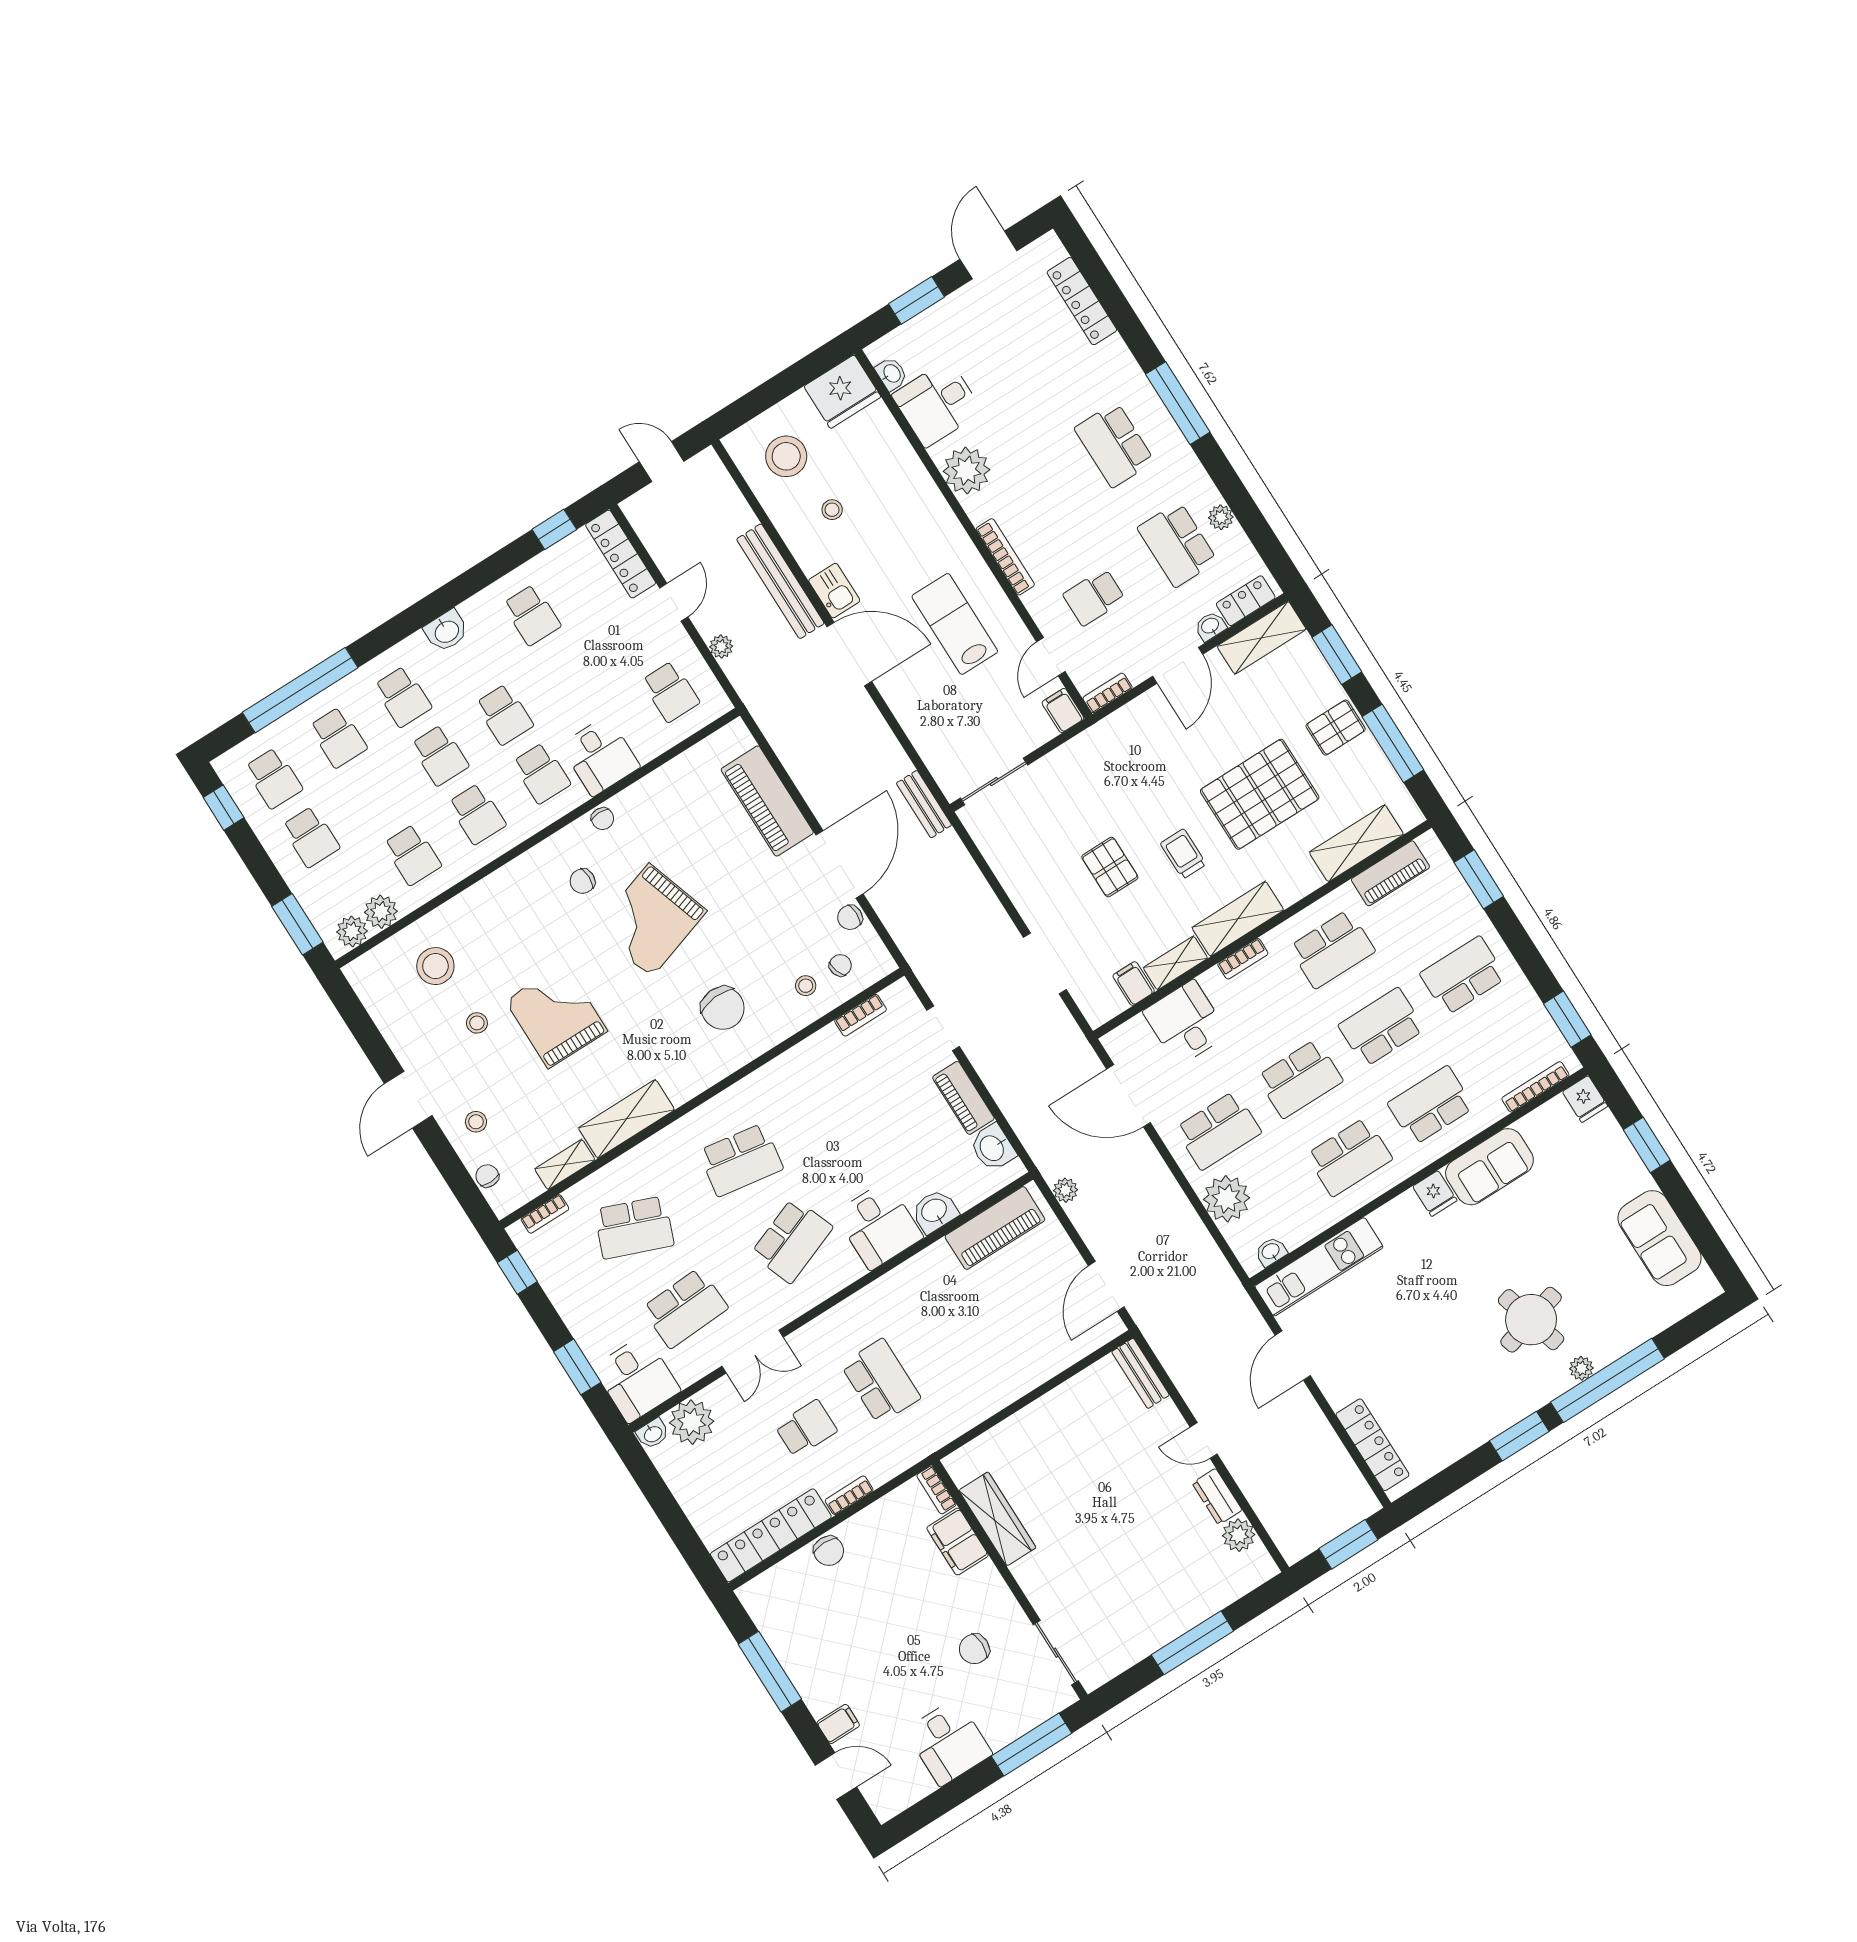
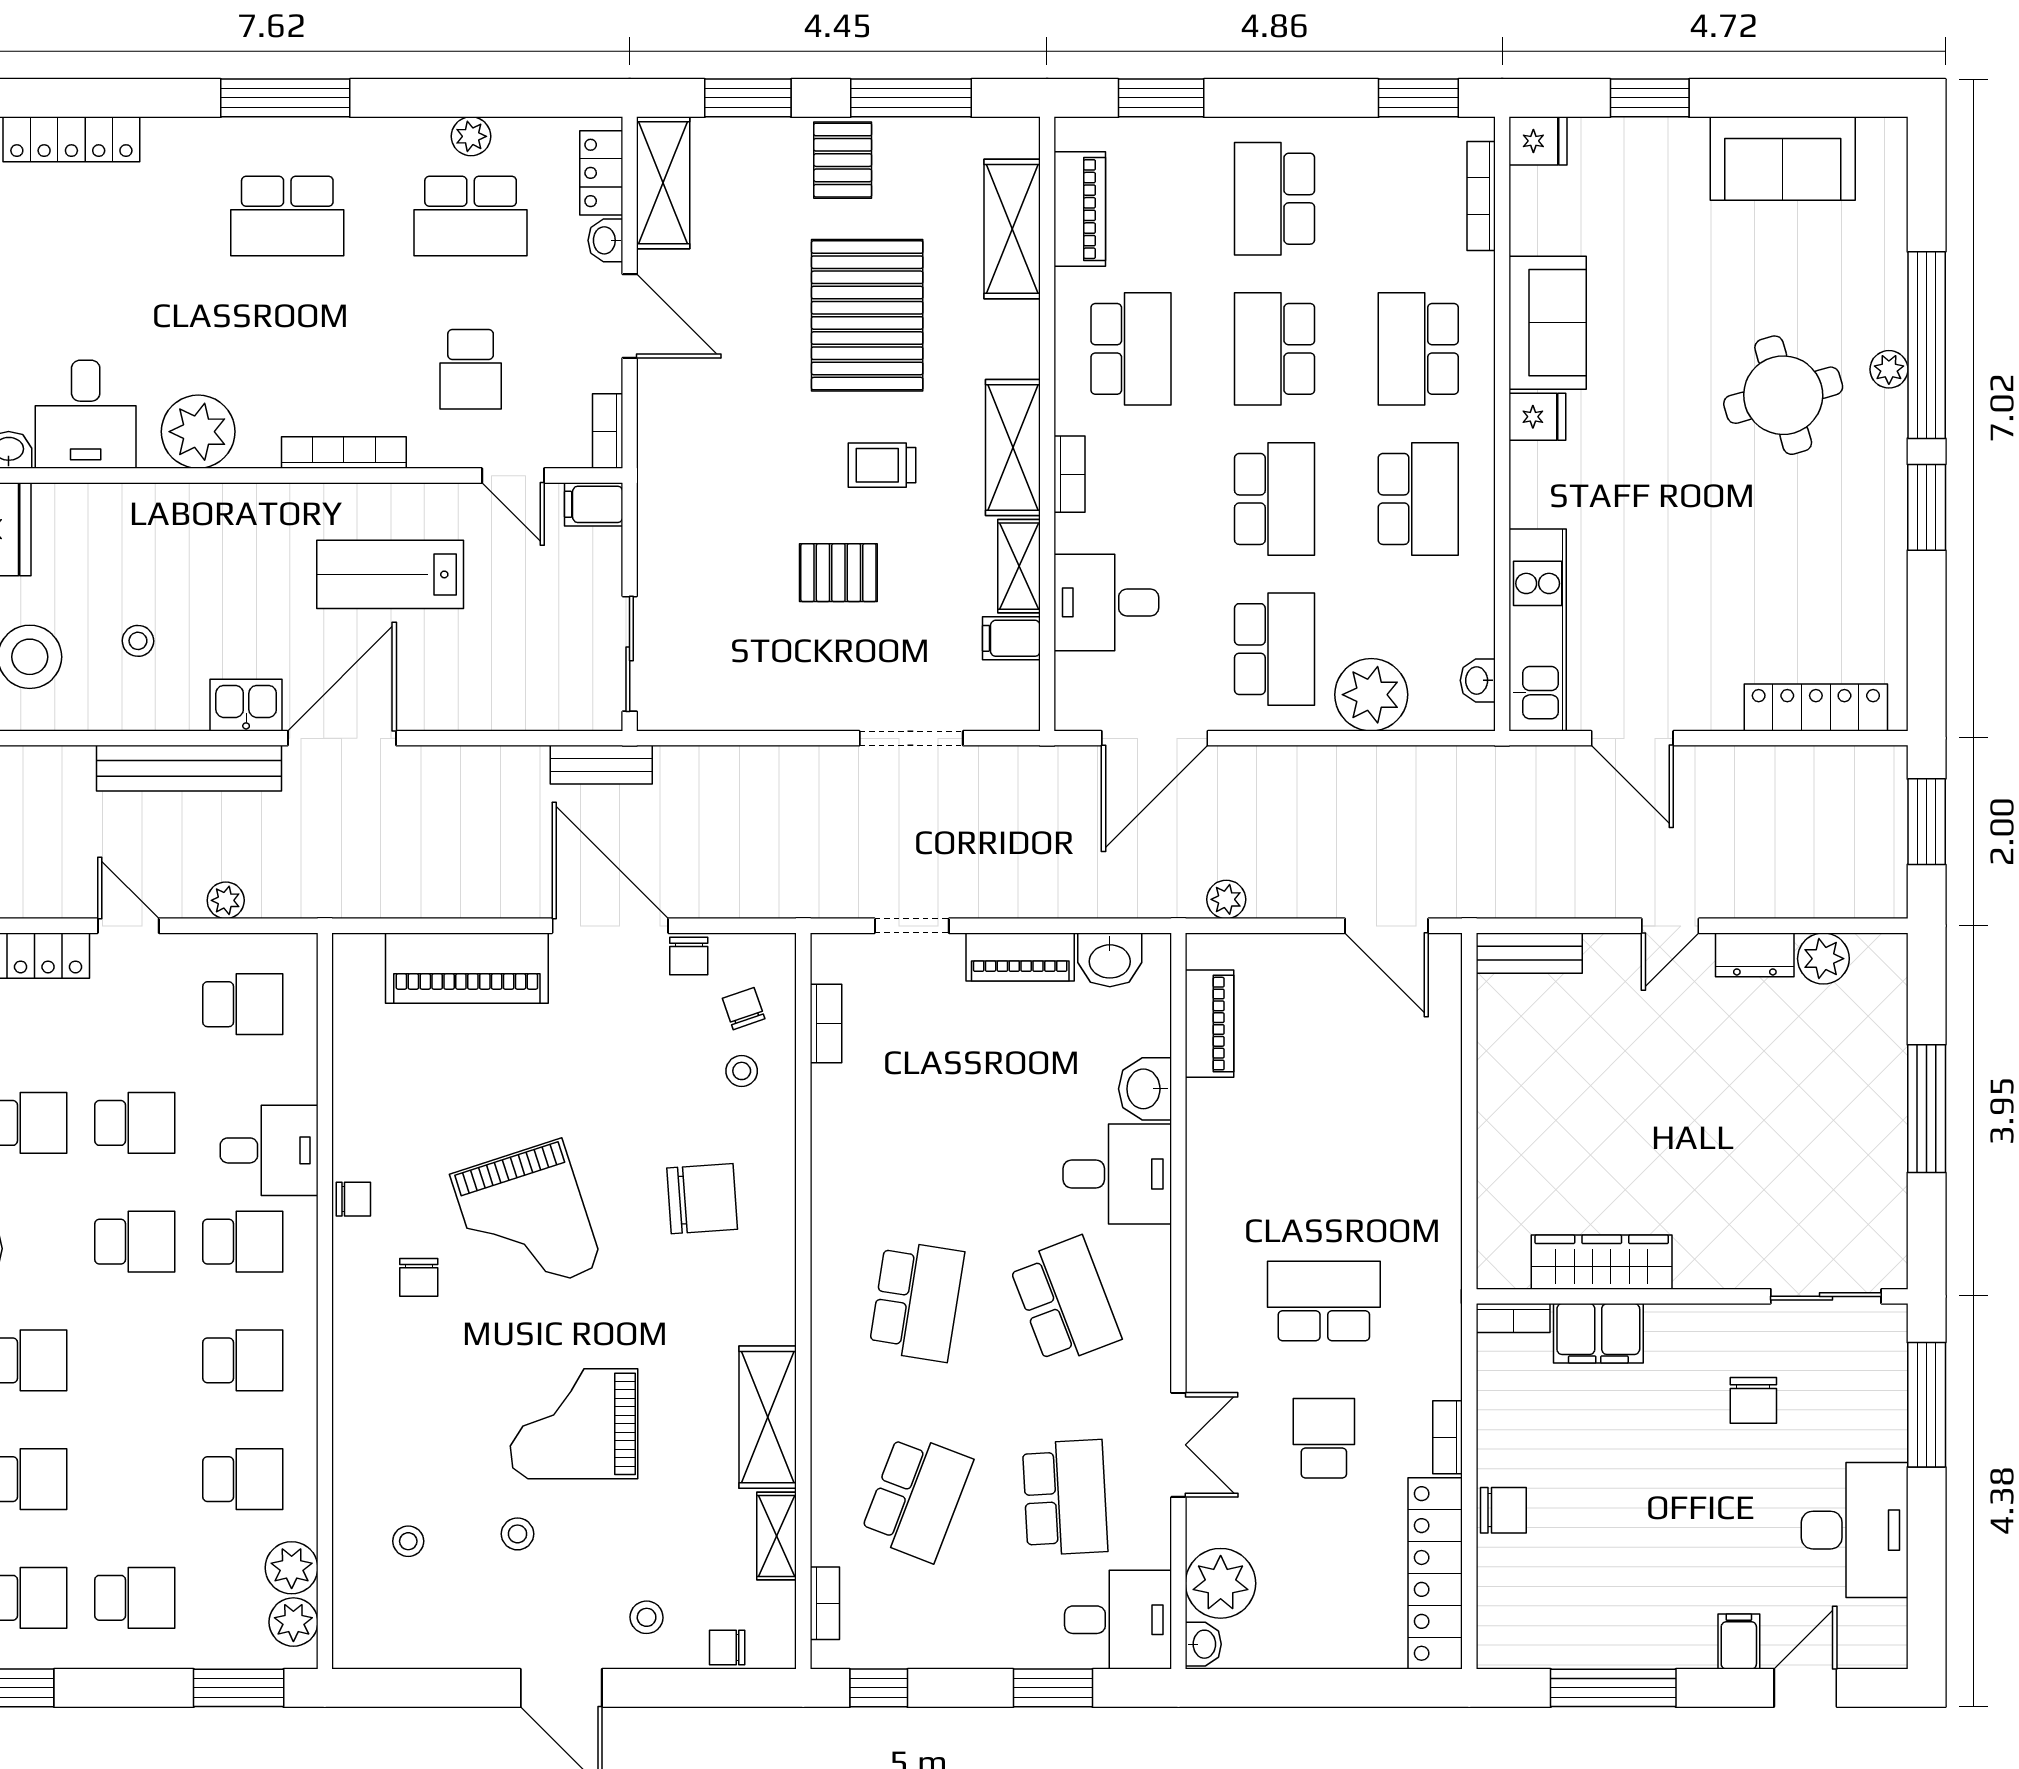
school desk: (440, 755) -> (135, 1123), moved
stool: (435, 966) -> (408, 1541), width x0.53, depth x0.53
piano: (995, 1228) -> (1210, 1024), width x0.73, depth x0.75
desk: (949, 1742) -> (1855, 1530), width x1.37

